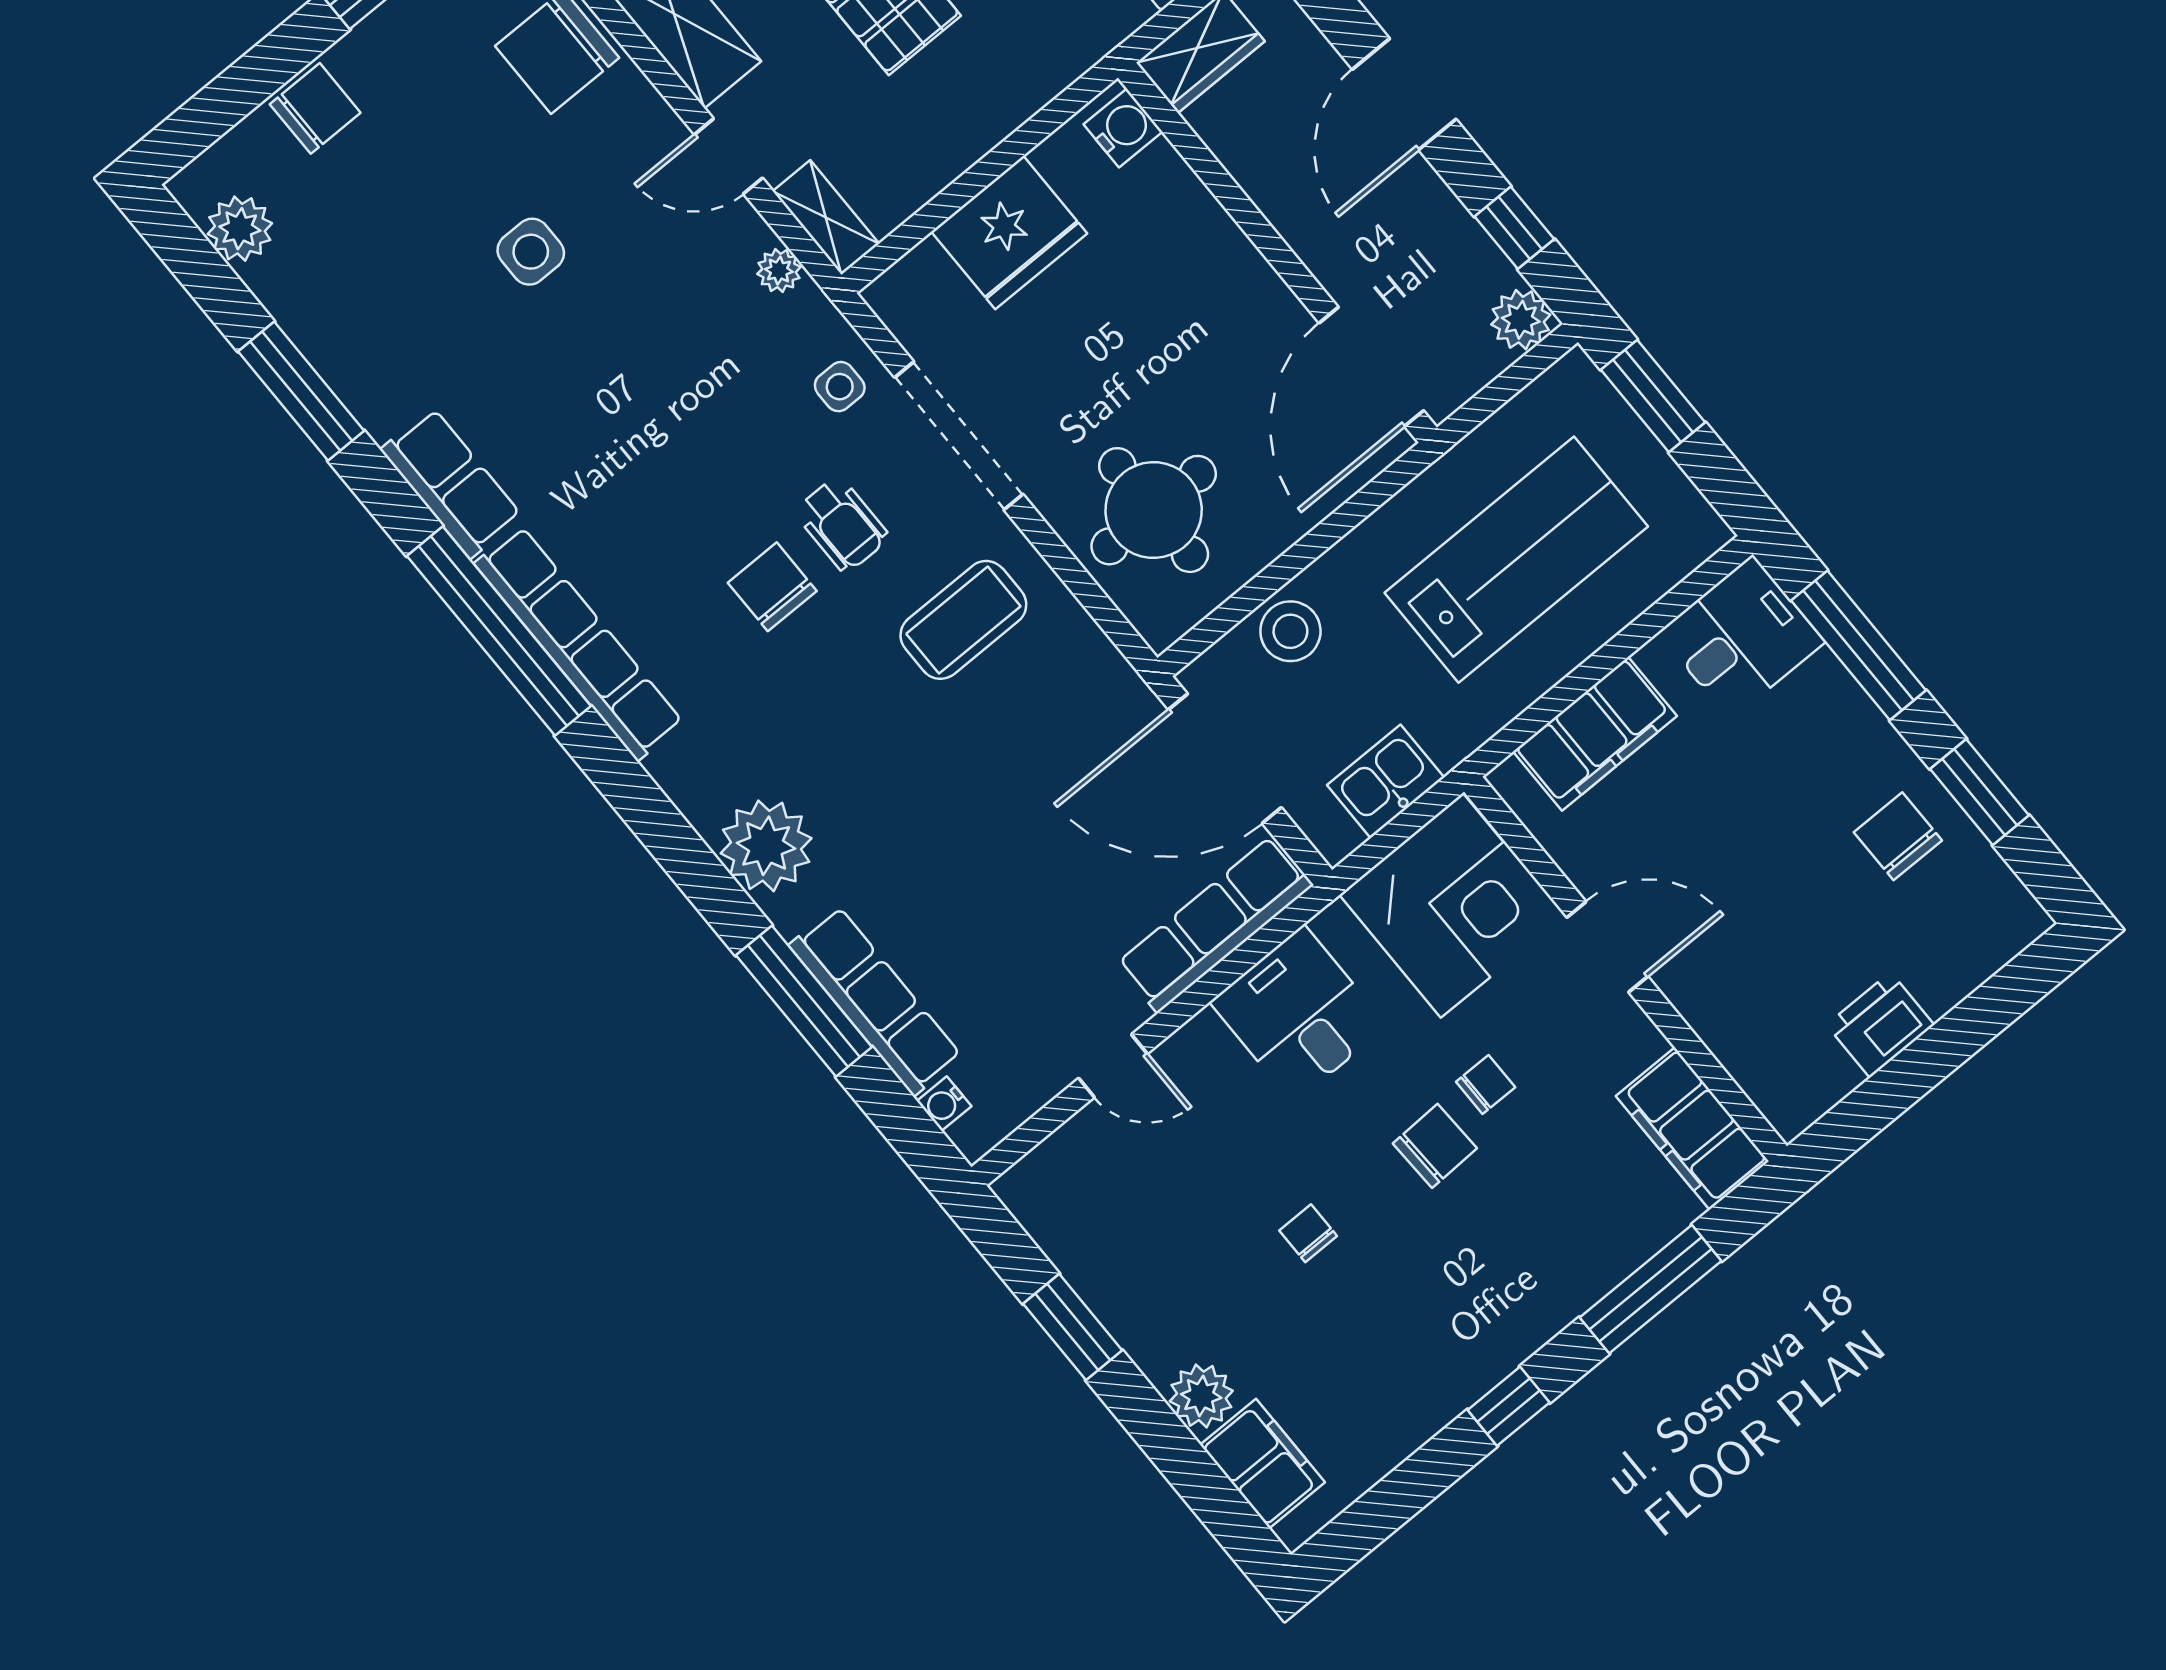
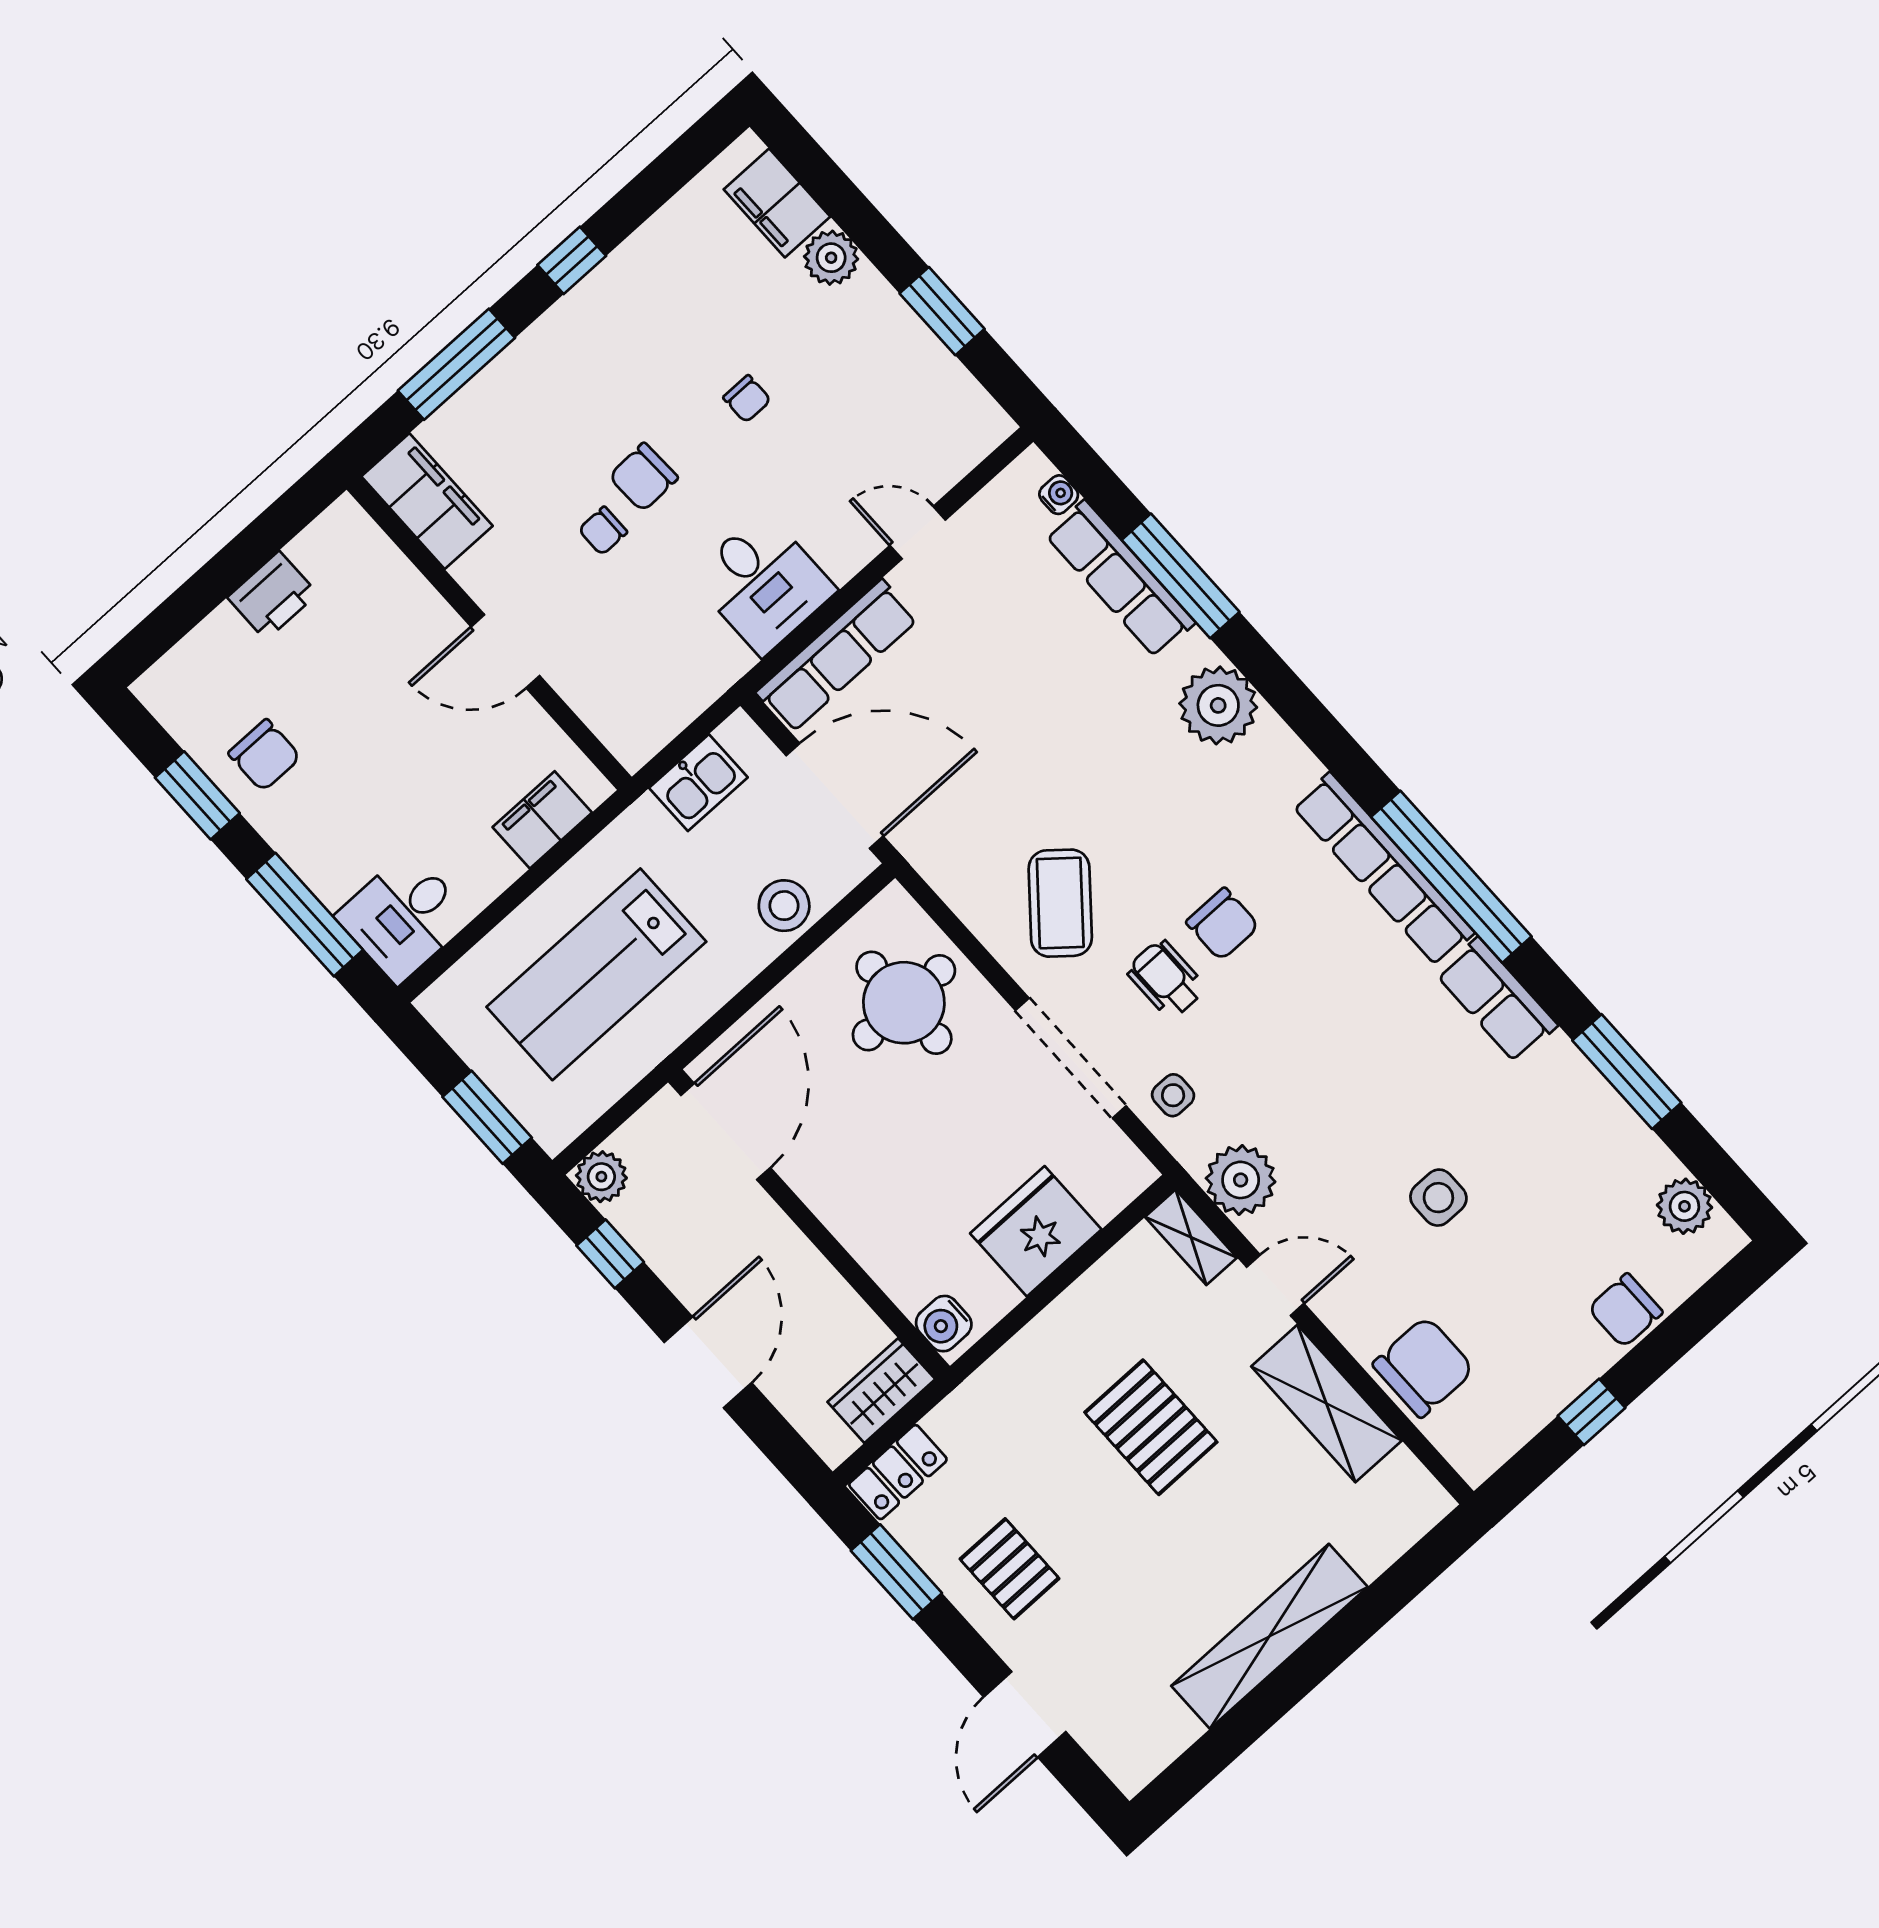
plant: (779, 270) -> (1241, 1180), width x1.88, depth x1.88
coffee table: (963, 620) -> (1060, 903), turned -50
filing cabinet: (1595, 734) -> (542, 820), width x0.67, depth x0.86
corner desk: (1452, 905) -> (638, 680), removed

